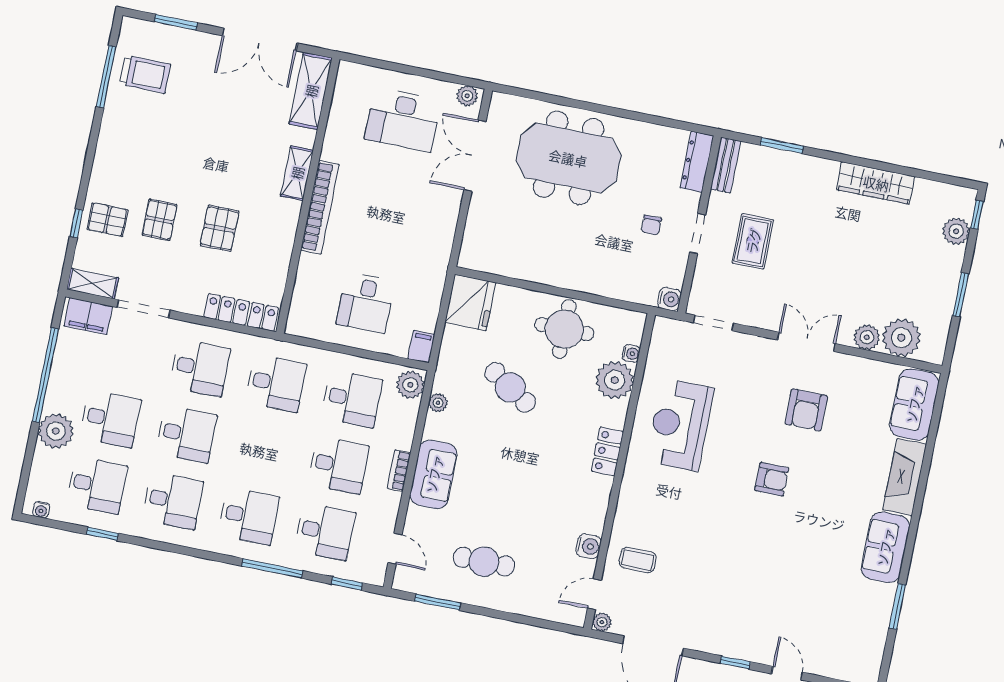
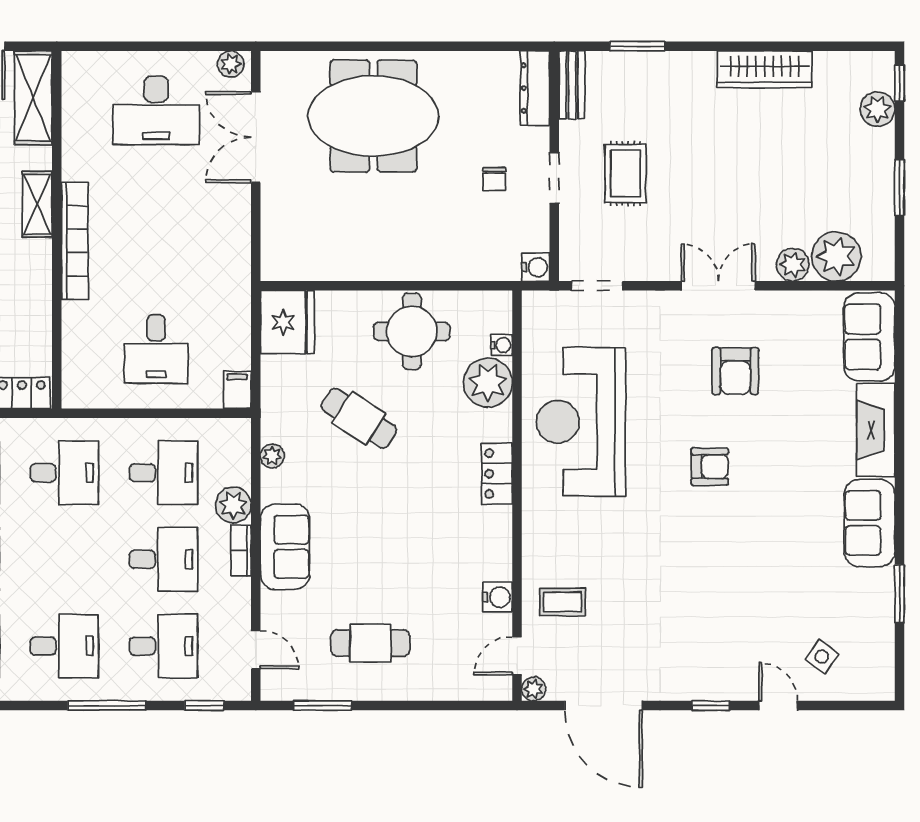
plant: (410, 385) -> (233, 505), moved
reception desk: (680, 425) -> (581, 422), width x1.36, depth x1.30
side table: (828, 642) -> (822, 657), added

